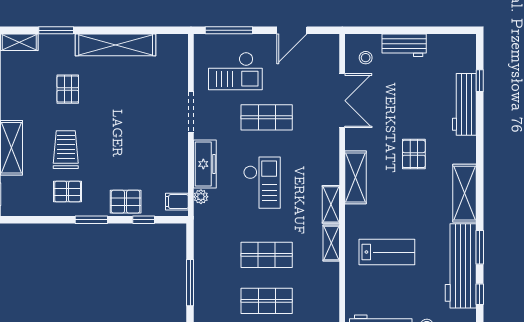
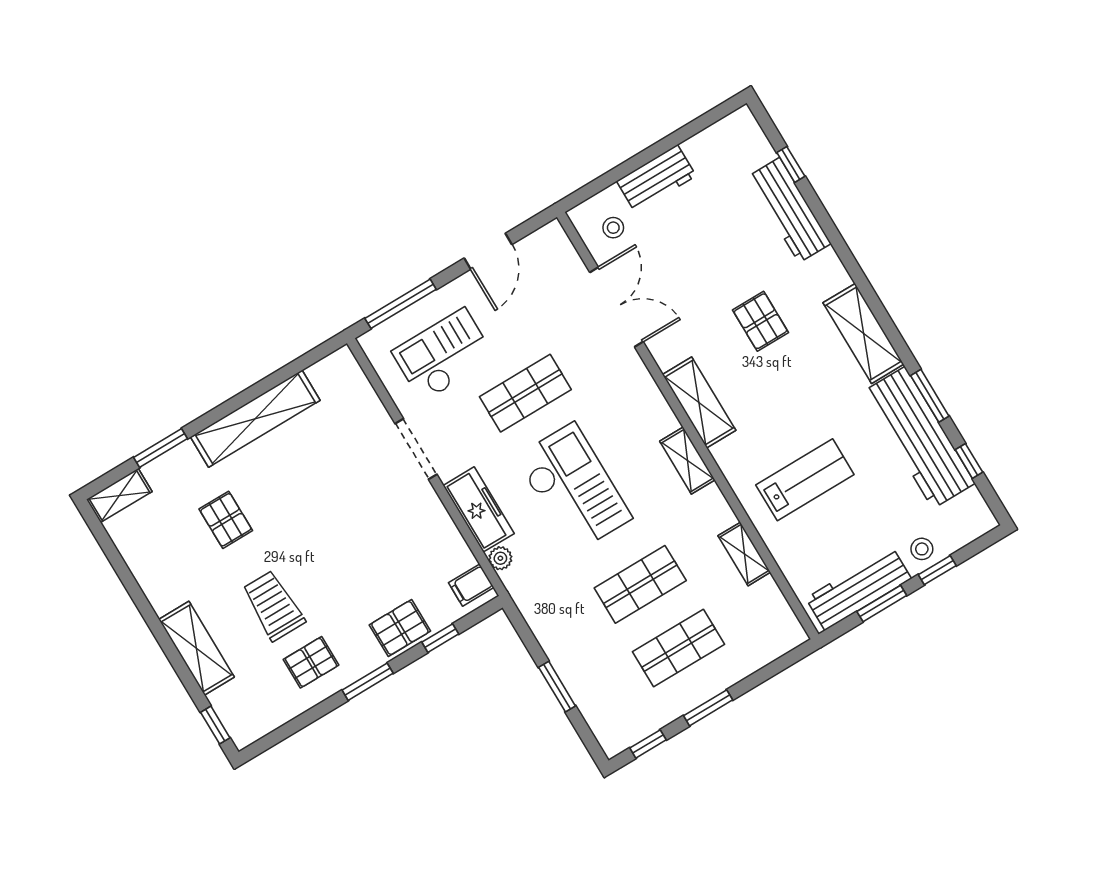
checkout: (235, 71) -> (443, 355), turned 180
checkout: (262, 183) -> (573, 488), width x1.36, depth x1.21
shelving: (331, 243) -> (744, 554), moved
window: (190, 283) -> (557, 687), width x0.69

